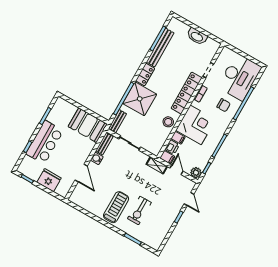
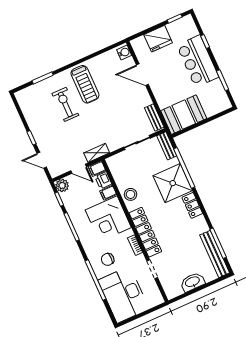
bench: (160, 48) -> (215, 254), moved
water cooler: (97, 158) -> (124, 52), moved

